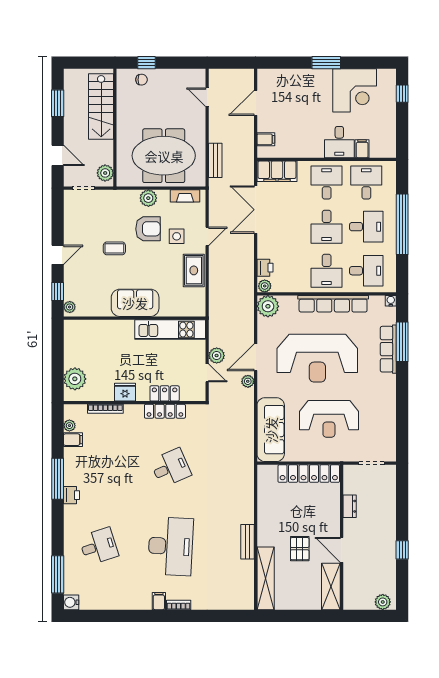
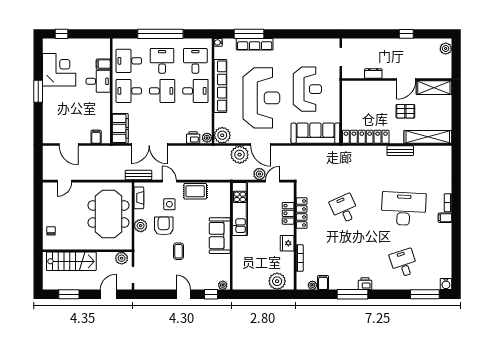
window: (146, 63) -> (38, 227), removed
bench: (215, 160) -> (138, 175), moved
plant: (248, 381) -> (240, 155), moved, width x1.87, depth x1.87
locker: (309, 474) -> (366, 137), moved, turned -90

